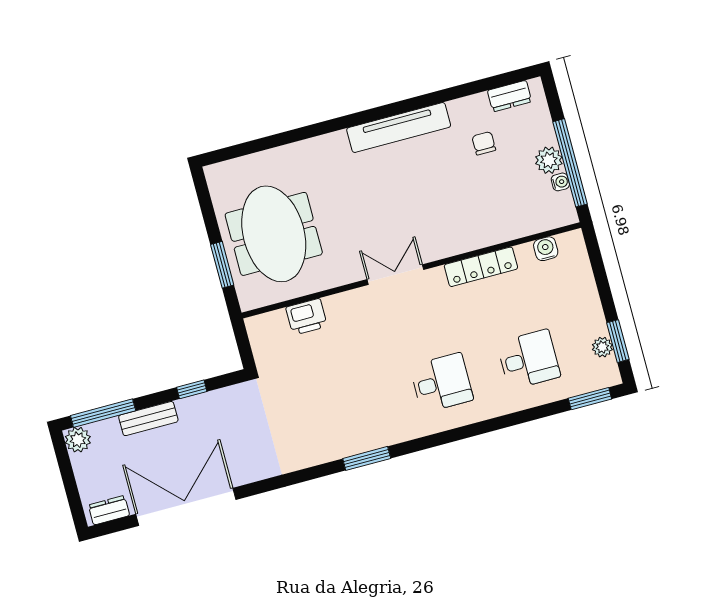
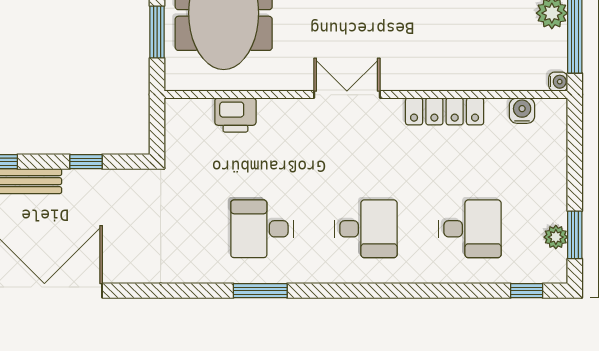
water cooler: (560, 182) -> (558, 82), moved
window: (590, 399) -> (527, 291), width x0.67
desk: (354, 406) -> (262, 229), added

